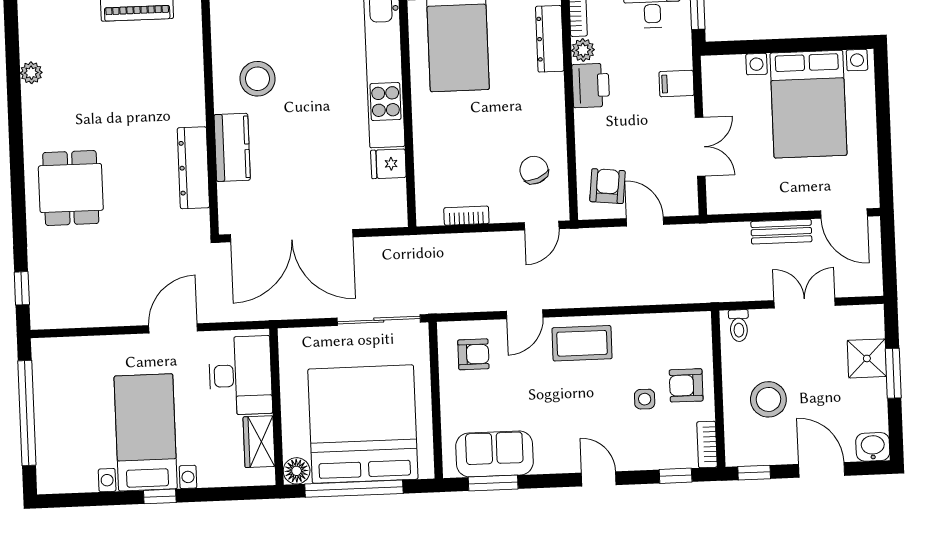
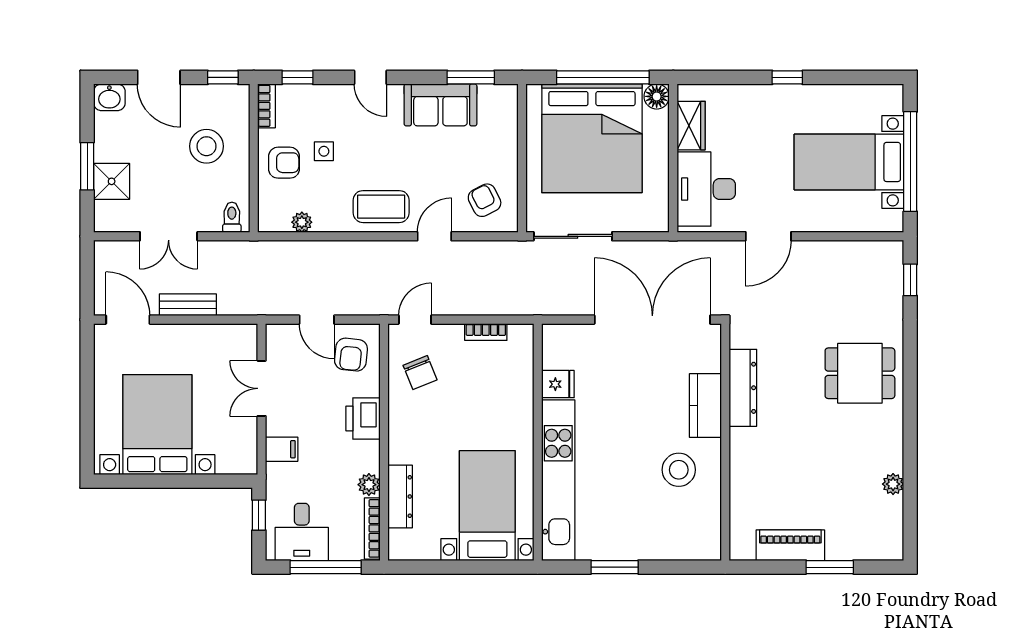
printer: (591, 85) -> (363, 419), moved
dining table: (71, 188) -> (860, 373), turned 90
plant: (665, 323) -> (302, 222), added
armchair: (473, 354) -> (485, 200), turned 63
bed with nightstands: (146, 432) -> (849, 162), moved, turned 90
sofa: (495, 454) -> (440, 105), moved

